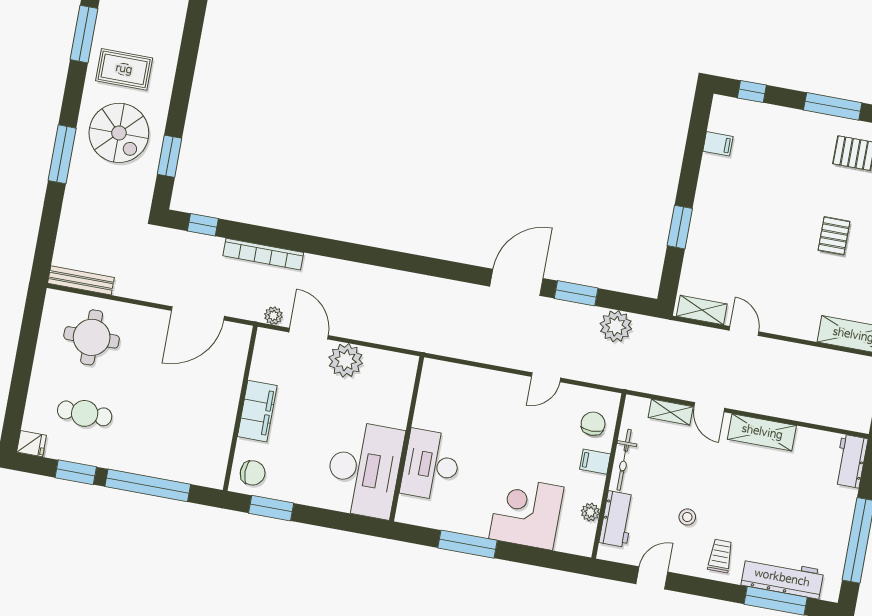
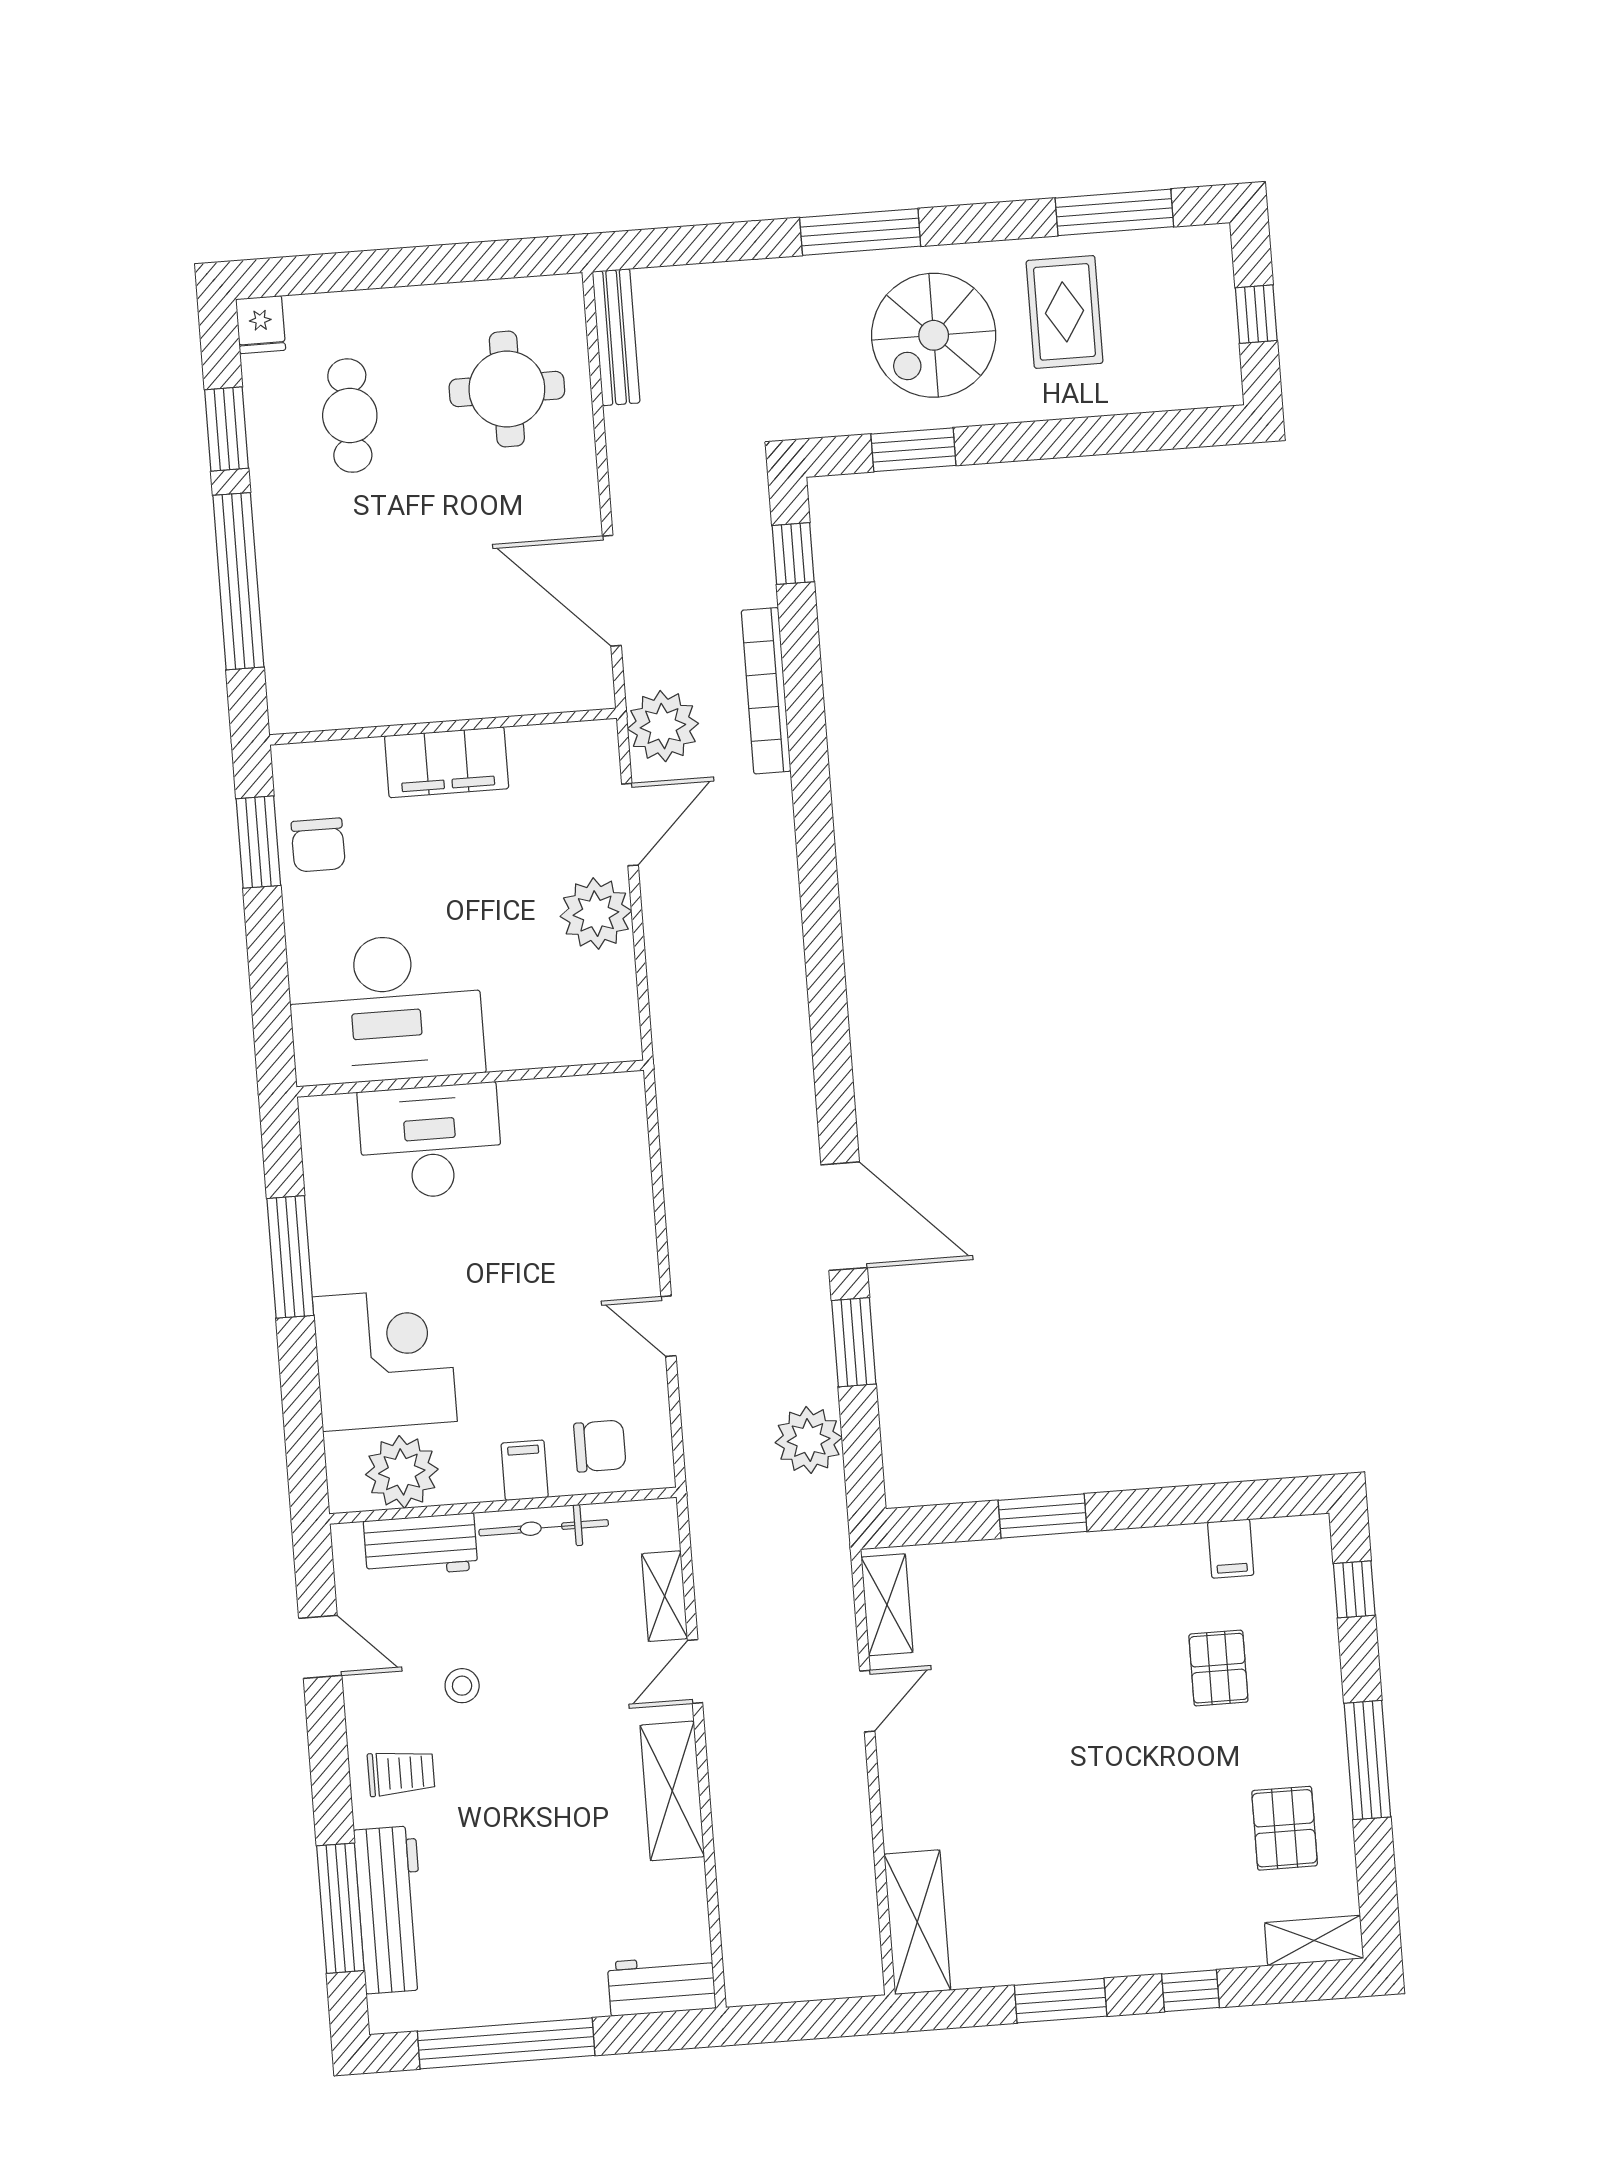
pallet: (834, 236) -> (1218, 1668), moved, turned 90
plant: (273, 316) -> (663, 726), width x1.88, depth x1.88
chair: (253, 473) -> (318, 845), moved
plant: (590, 512) -> (402, 1472), width x1.88, depth x1.88

